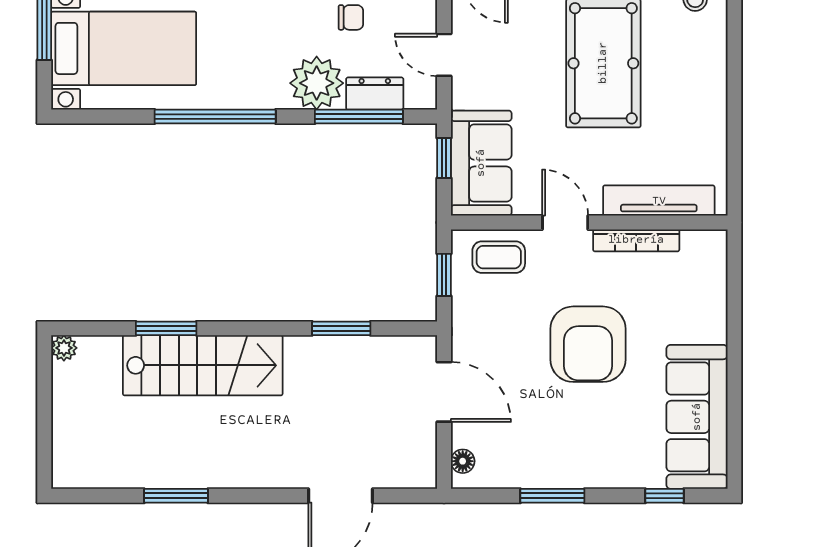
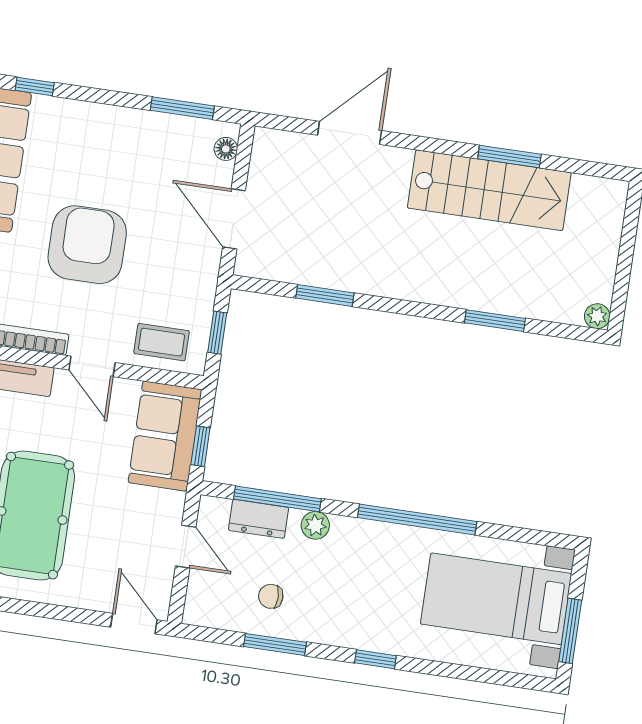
plant: (317, 83) -> (315, 525), width x0.53, depth x0.53
stairs: (203, 365) -> (489, 190), moved, turned 180
window: (552, 496) -> (182, 108), moved

